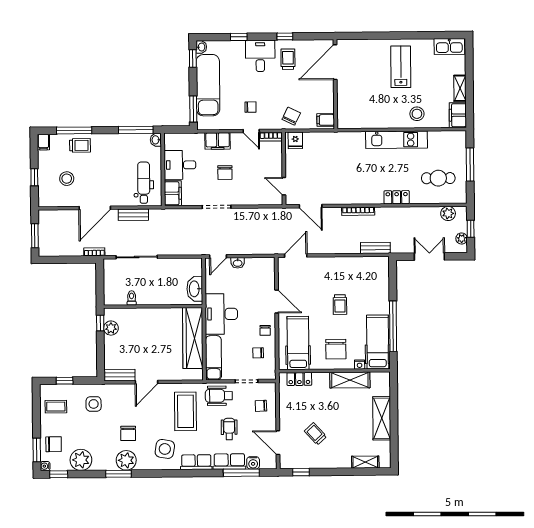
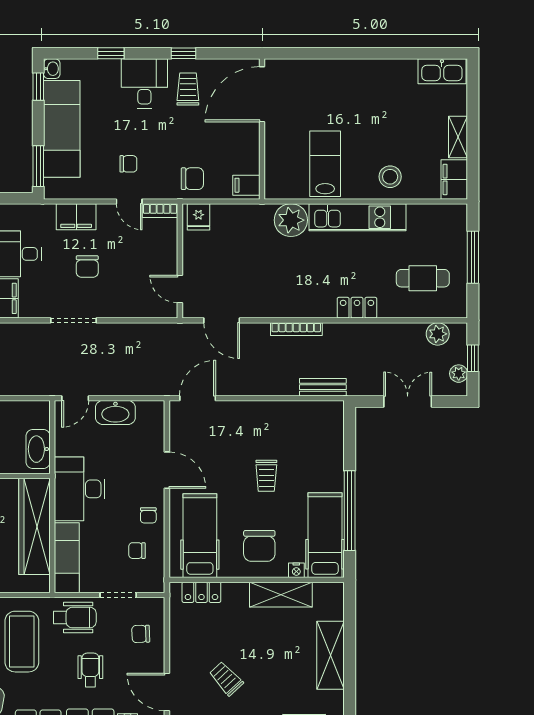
lab bench: (401, 67) -> (325, 164), moved
chair: (291, 116) -> (192, 179), turned 64
plant: (354, 142) -> (291, 220), added
washbasin: (238, 263) -> (115, 412), width x1.91, depth x1.45
wheelchair: (219, 396) -> (75, 618), turned 180

